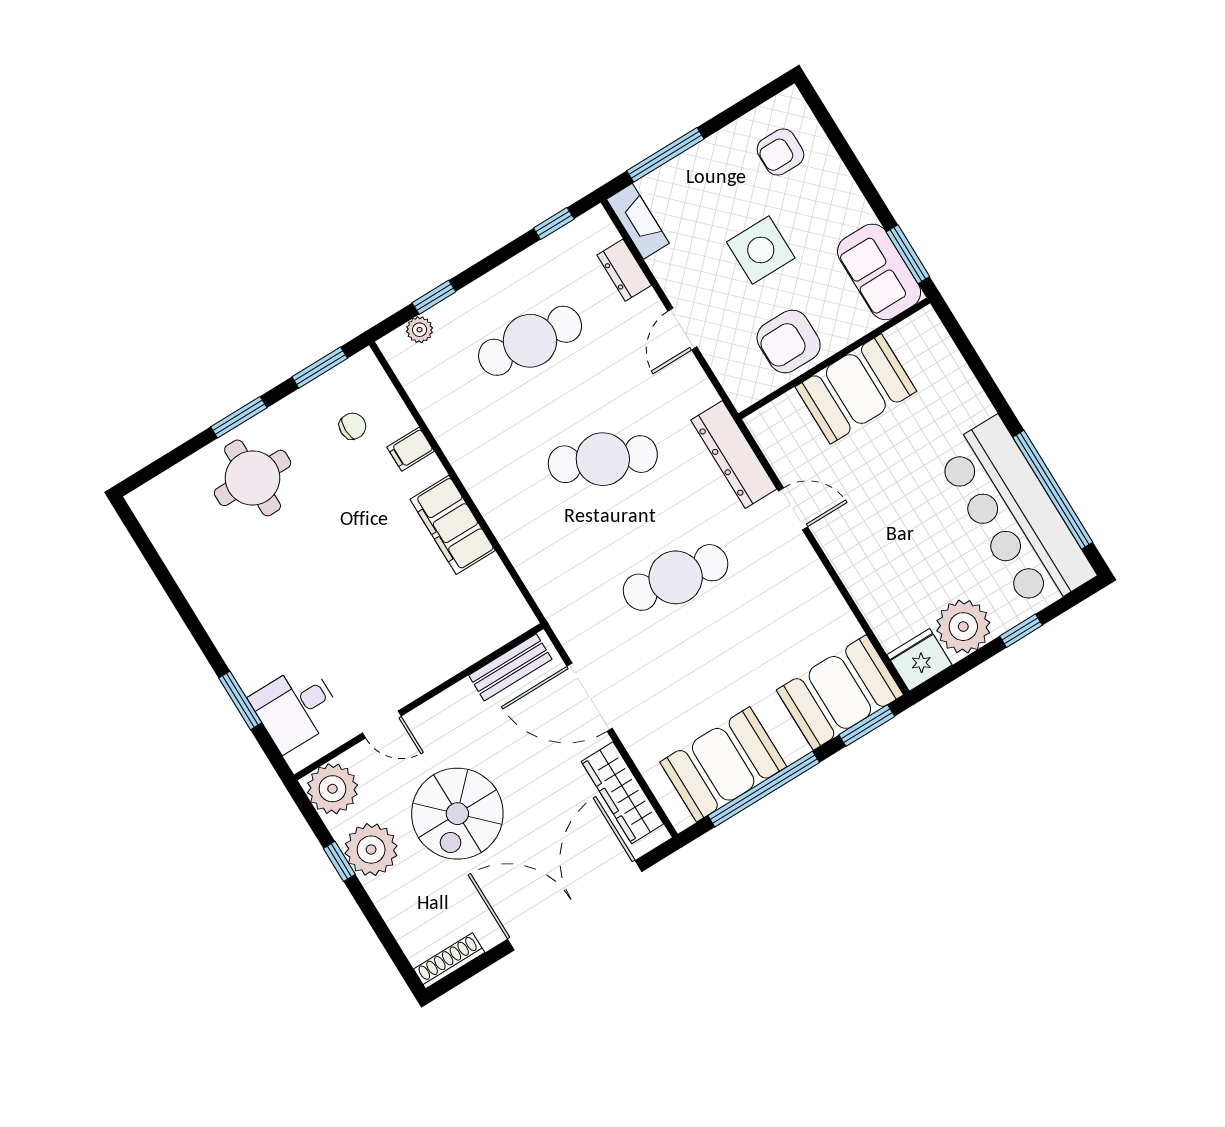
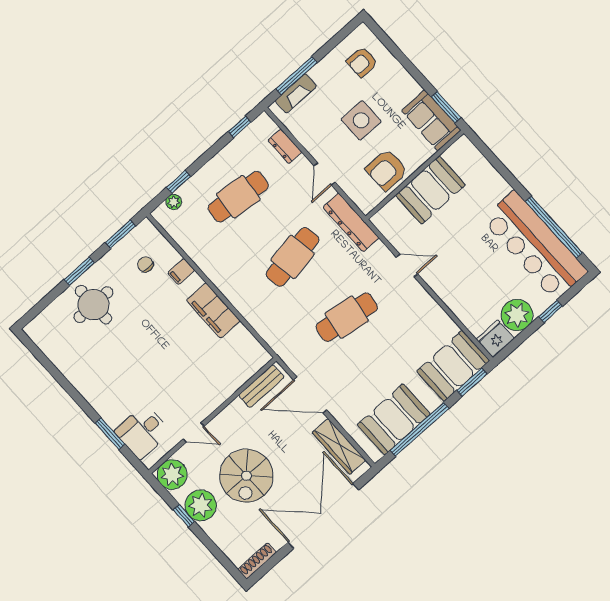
fireplace: (638, 221) -> (296, 93), moved, turned 90
chair: (353, 426) -> (145, 264), turned -90
dresser: (734, 454) -> (351, 222), moved
cafe table: (603, 459) -> (293, 257), turned -33

